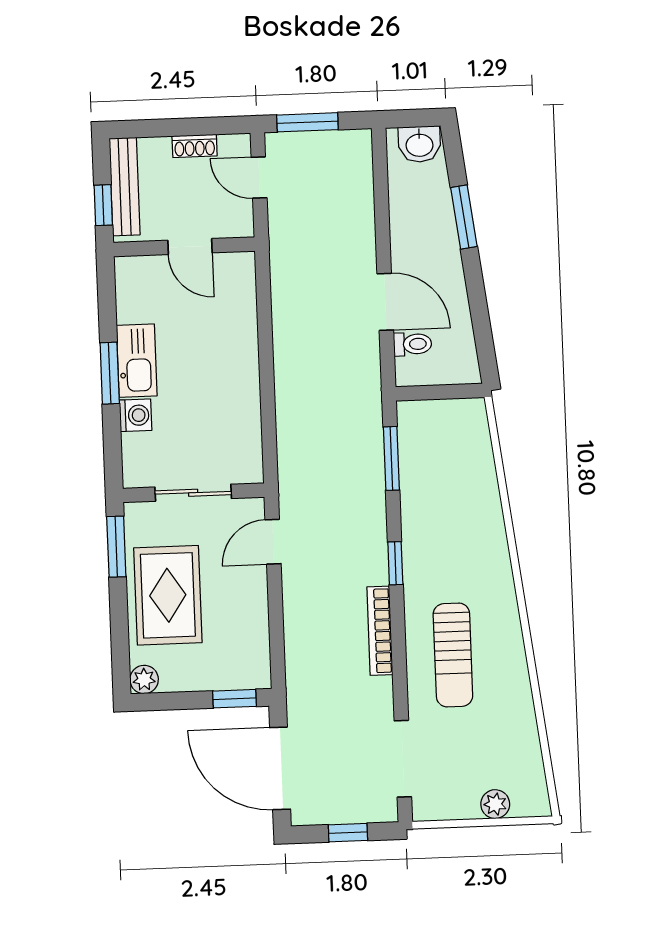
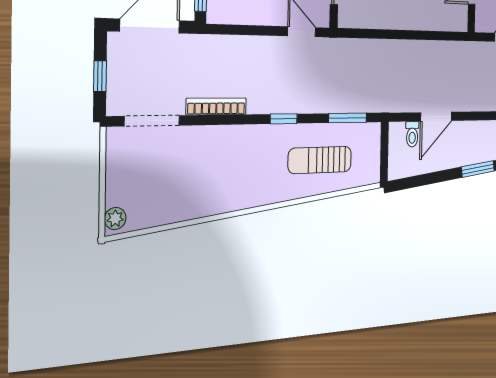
bookcase: (380, 631) -> (216, 106), moved
sun lounger: (453, 655) -> (320, 160), moved
plant: (495, 804) -> (115, 219), moved

